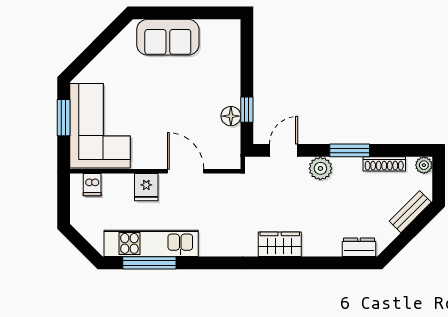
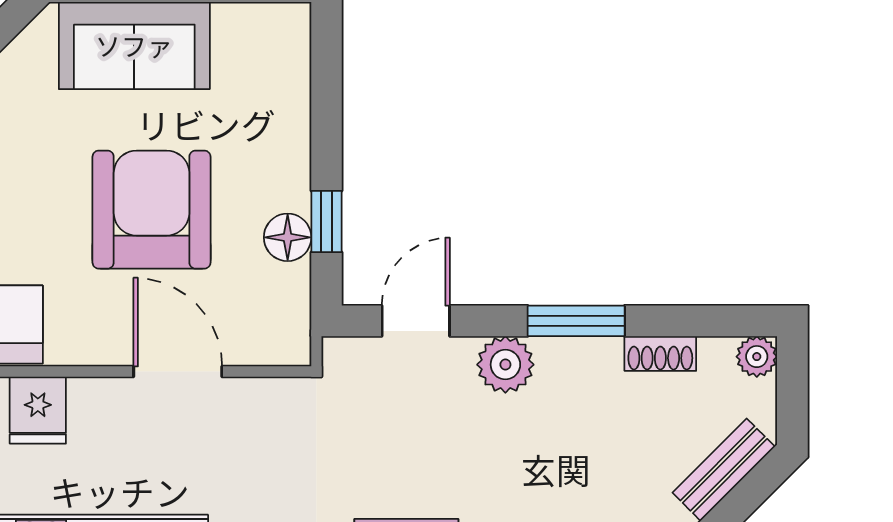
armchair: (175, 105) -> (152, 210), added
shoe rack: (384, 164) -> (660, 354), width x0.70
fridge: (146, 187) -> (38, 410), moved

